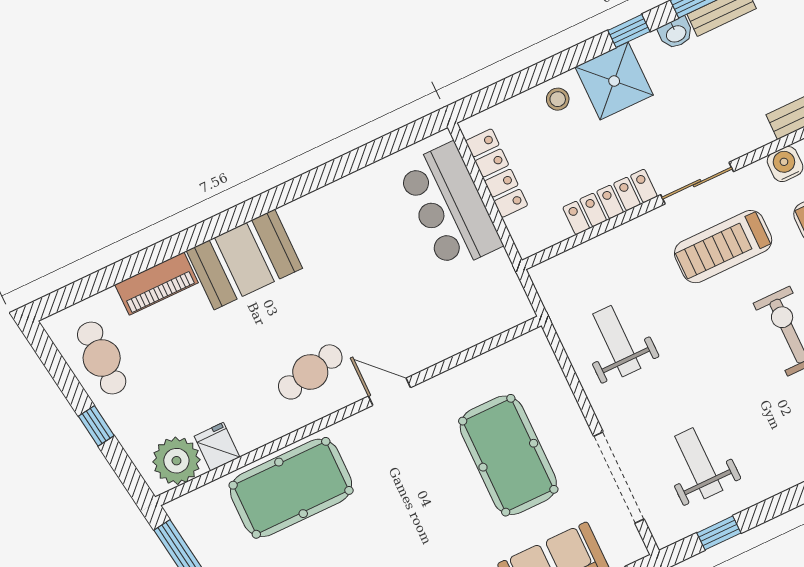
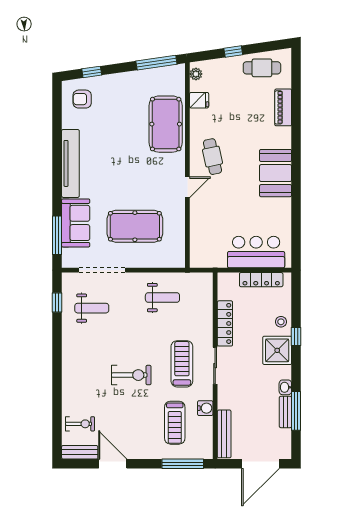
window: (629, 31) -> (296, 336), moved
booth: (244, 260) -> (276, 173), moved
plant: (176, 461) -> (196, 74), width x0.53, depth x0.53

